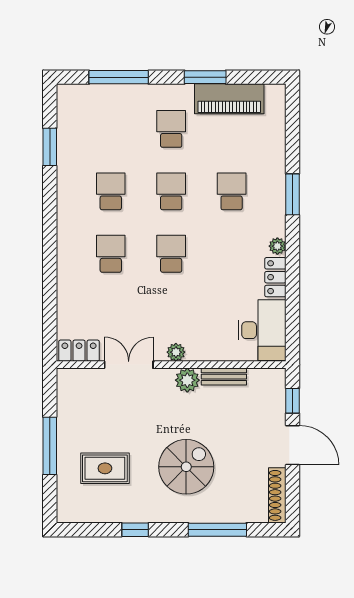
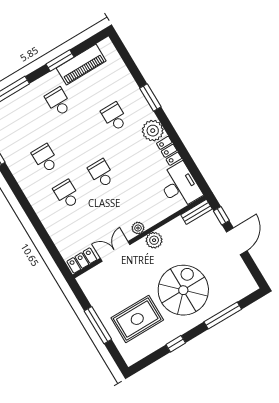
school desk: (171, 191) -> (80, 138), removed
plant: (277, 246) -> (153, 131), width x1.87, depth x1.87
bench: (224, 377) -> (196, 212), moved
door: (293, 445) -> (237, 241), hinge flipped
spiral stairs: (186, 467) -> (183, 290), width x1.37, depth x1.37
rug: (105, 468) -> (137, 319), width x1.36, depth x1.43
shoe rack: (277, 495) -> (245, 275), removed

